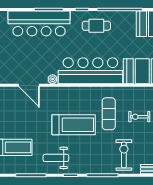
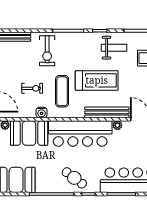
cafe table: (96, 26) -> (74, 178), turned 37
bench: (63, 92) -> (107, 112), added
water cooler: (130, 92) -> (42, 112), added
treadmill: (74, 125) -> (97, 80), turned 180

